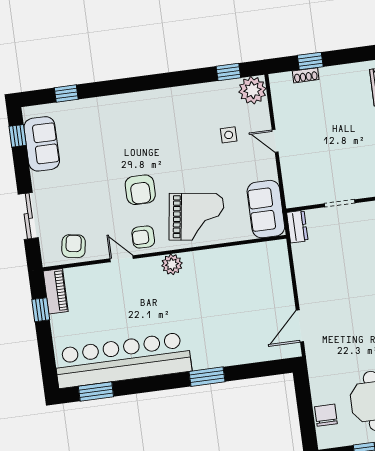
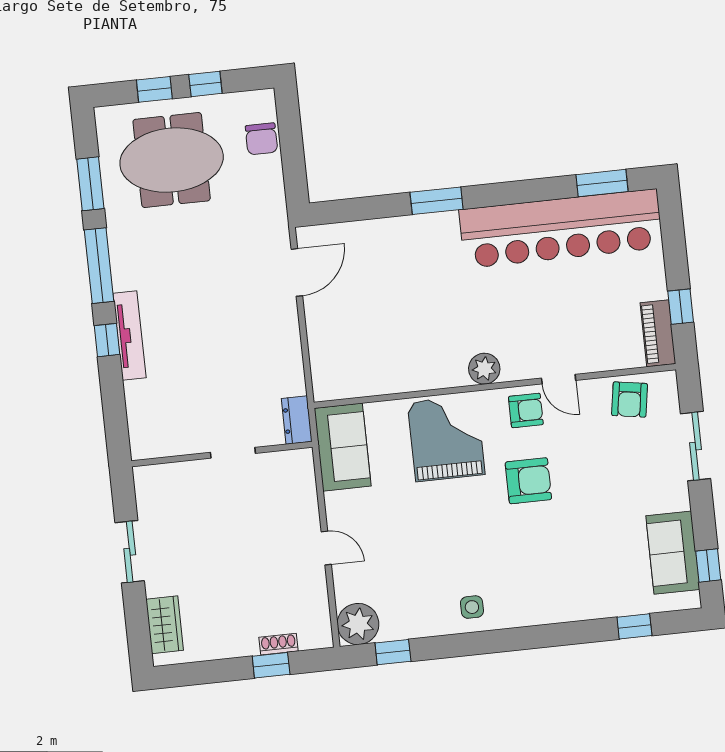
side table: (229, 135) -> (472, 607), moved
armchair: (140, 190) -> (528, 481), turned 90
grand piano: (196, 217) -> (446, 438), turned 82

